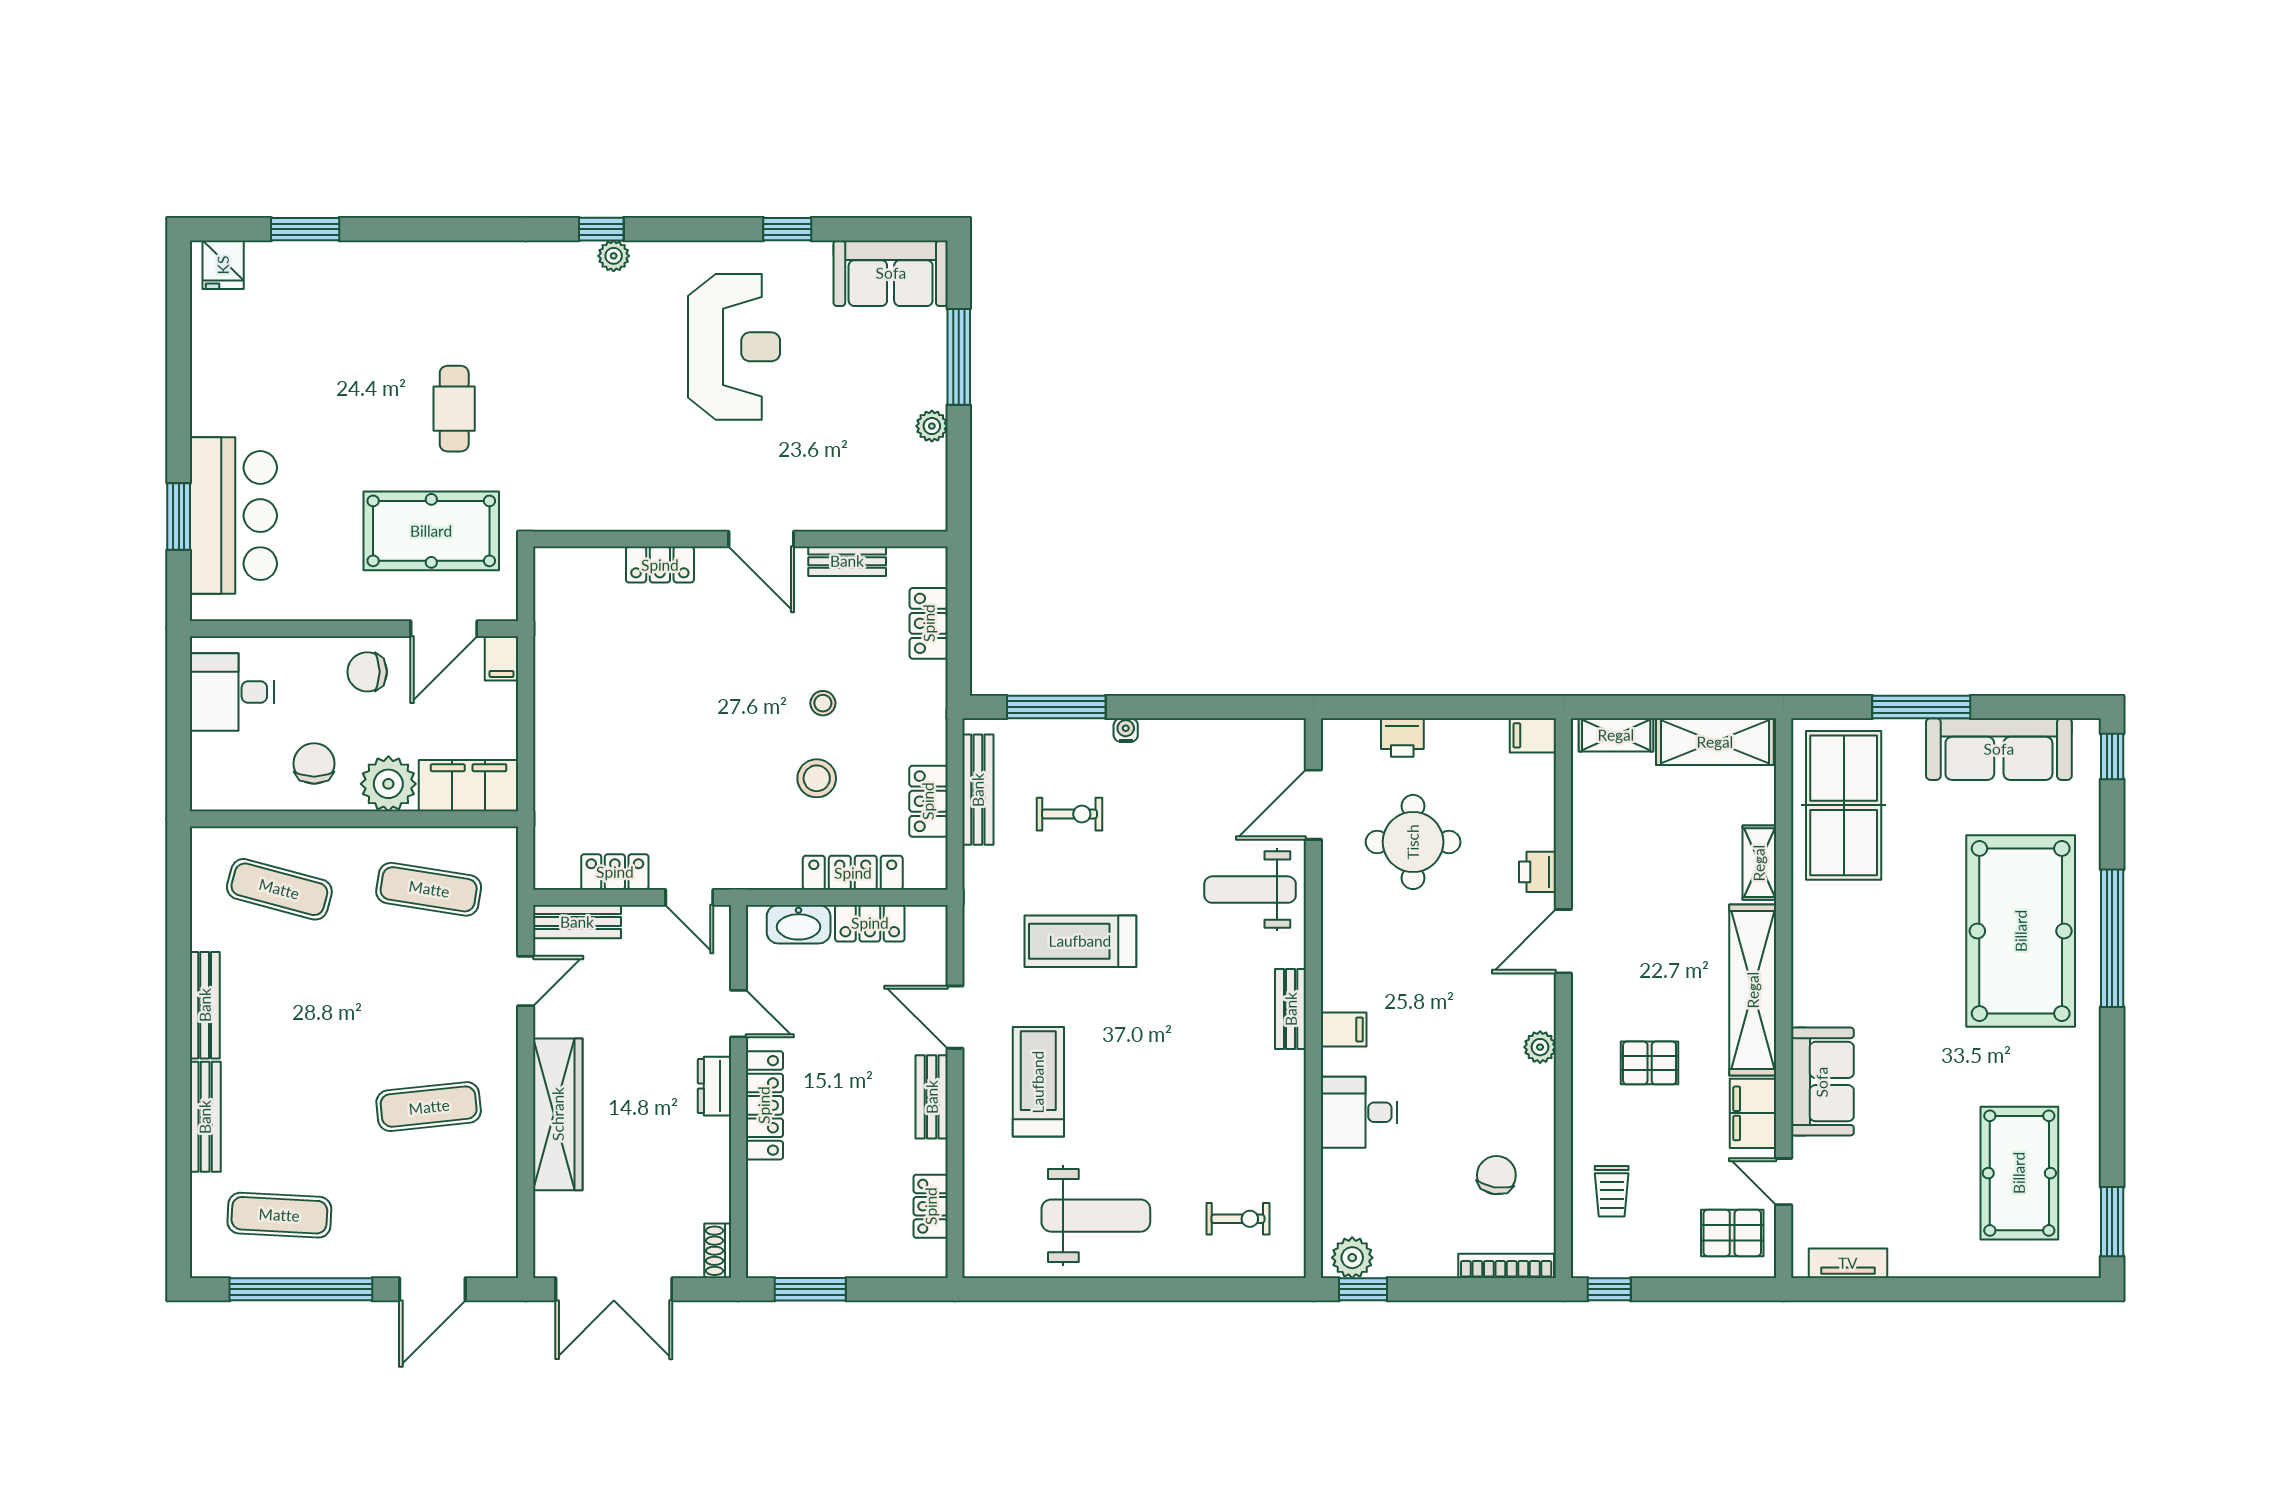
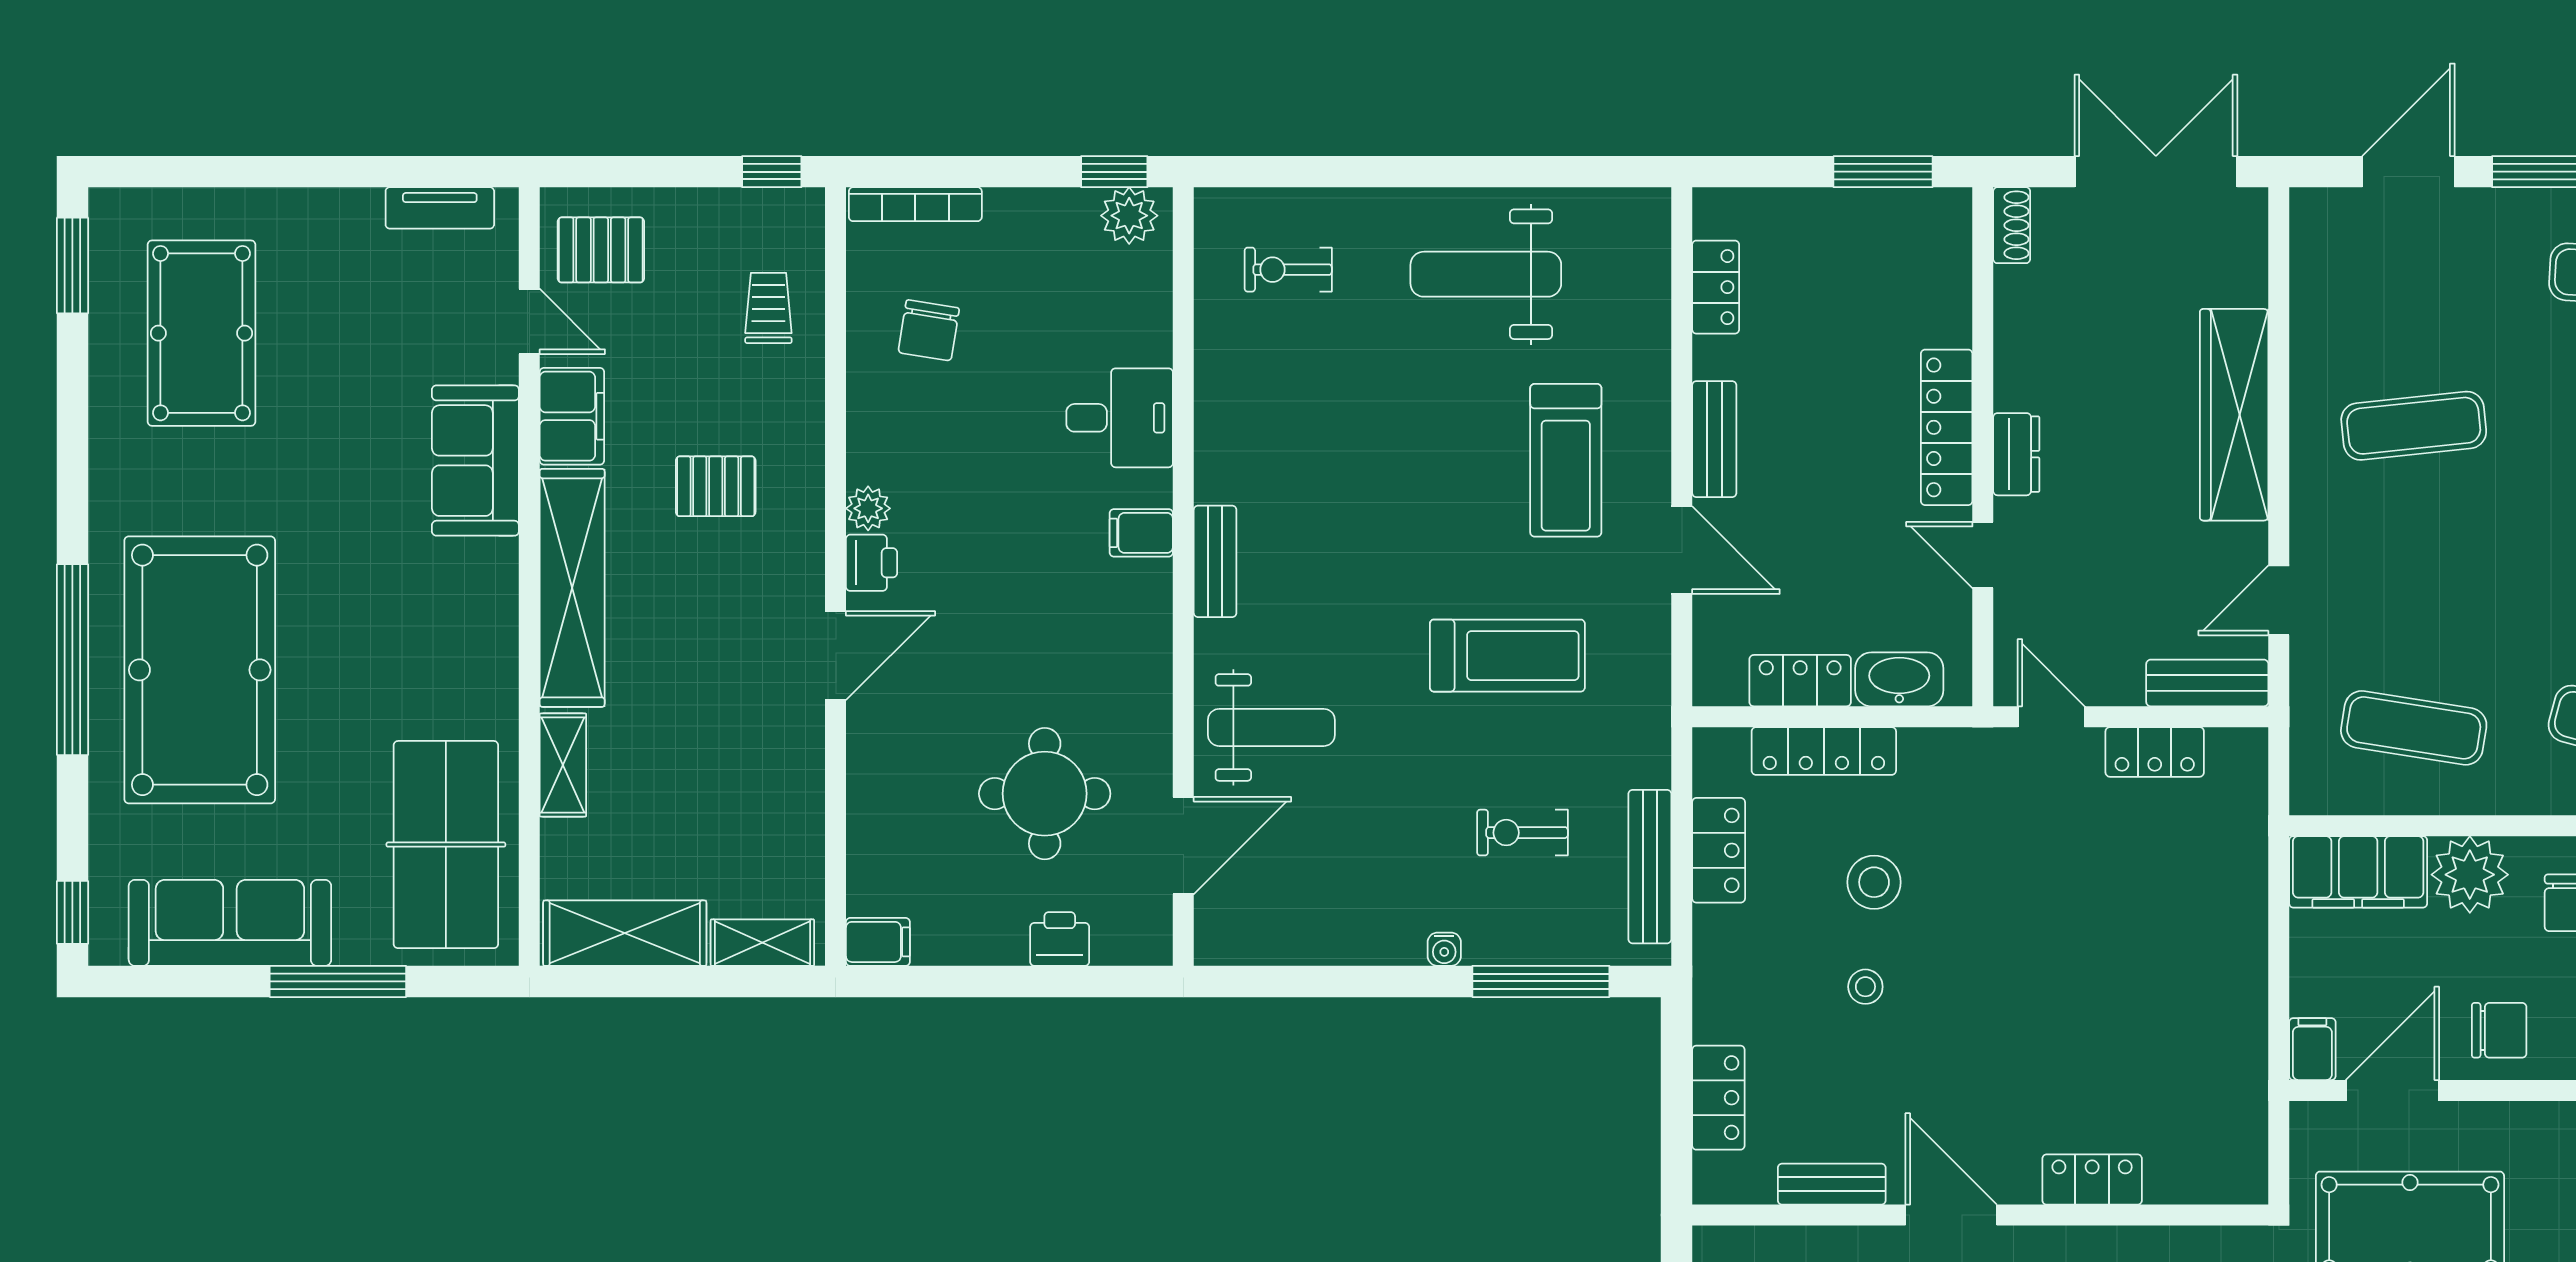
printer: (1538, 872) -> (872, 563), moved

